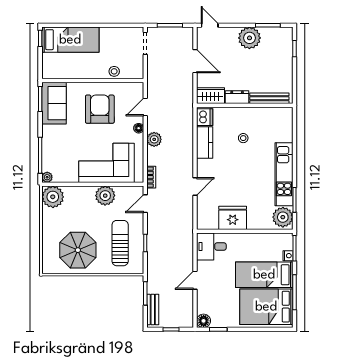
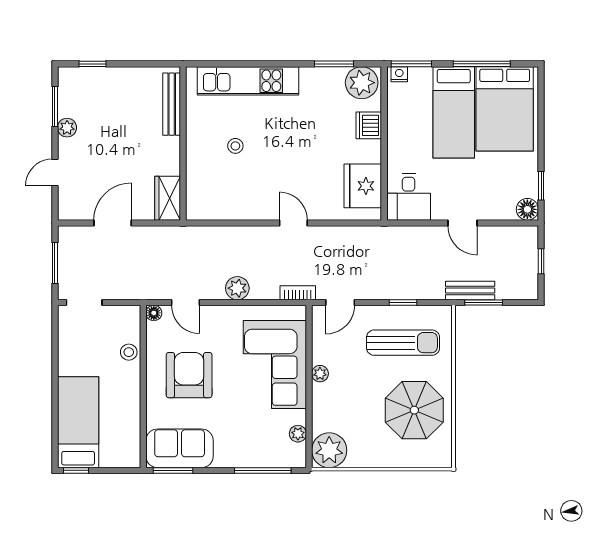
door: (210, 25) -> (55, 172), moved
plant: (249, 38) -> (67, 128), width x0.53, depth x0.53
dresser: (237, 97) -> (170, 156), removed
armchair: (100, 109) -> (189, 375), turned 90
dishwasher: (205, 117) -> (369, 125), moved, turned -90
floor lamp: (139, 128) -> (154, 313), moved
kitchen counter: (205, 143) -> (242, 208), removed
kitchen unit: (284, 174) -> (248, 81), moved
plant: (47, 177) -> (298, 434), moved
door: (195, 186) -> (293, 223), moved
plant: (105, 196) -> (320, 374), width x0.53, depth x0.53
door: (145, 204) -> (340, 302), hinge flipped
fridge: (233, 218) -> (363, 186), moved
sun lounger: (120, 243) -> (403, 343), turned 180
nightstand: (288, 256) -> (399, 74), moved
bench: (153, 310) -> (470, 290), moved

